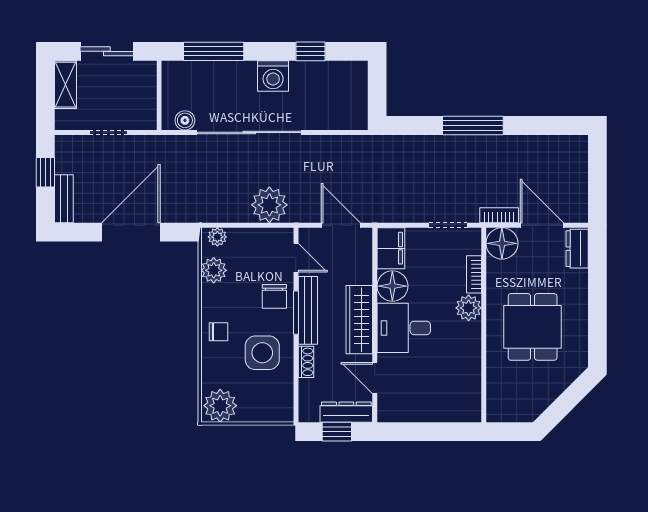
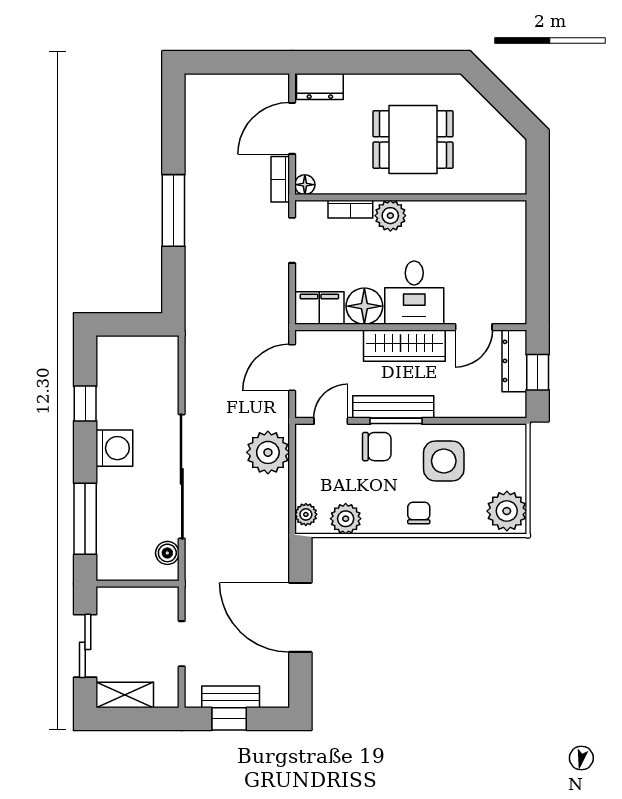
bench: (64, 199) -> (231, 697), moved
floor lamp: (502, 243) -> (305, 185), width x0.53, depth x0.53
shoe rack: (306, 362) -> (455, 409), removed

